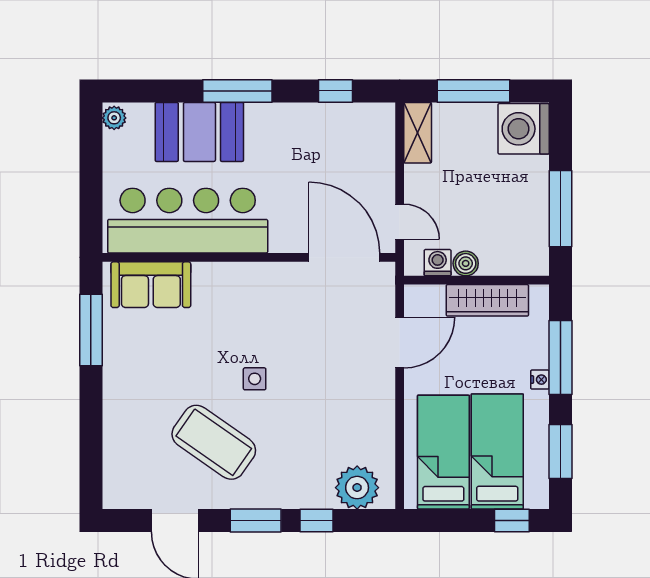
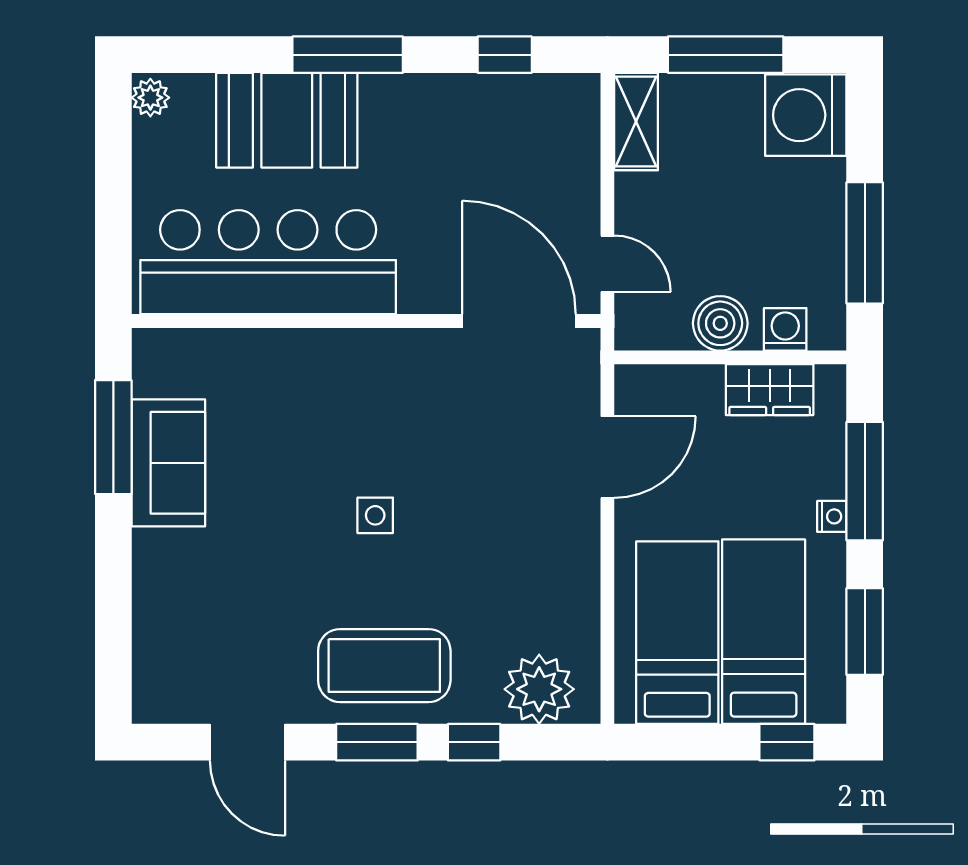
washing machine: (438, 263) -> (785, 329), moved
boiler: (466, 263) -> (720, 323), width x1.36, depth x1.36
sofa: (151, 285) -> (168, 463), moved, turned -90
wardrobe: (487, 300) -> (770, 390), width x0.67
coffee table: (214, 442) -> (384, 666), moved, turned -35

